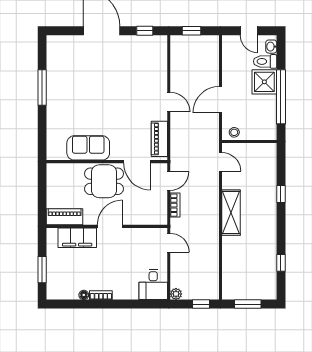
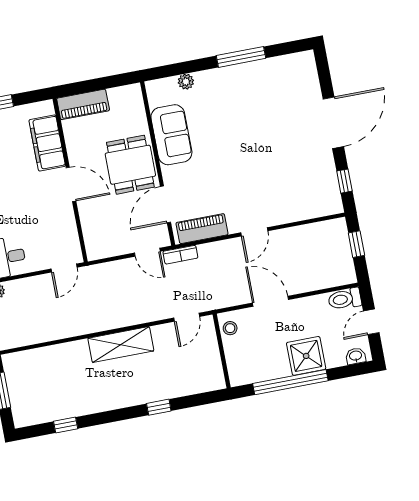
toilet: (265, 61) -> (345, 299), moved, turned -90
plant: (52, 130) -> (186, 82), added
bookcase: (175, 205) -> (180, 255), moved
piano: (65, 217) -> (83, 104), moved, turned 90

